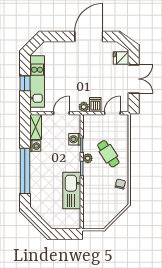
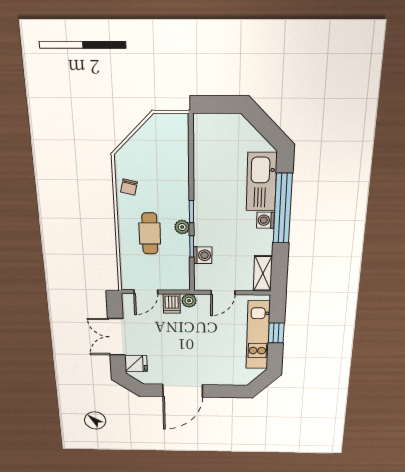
washing machine: (35, 146) -> (266, 220), moved
cafe table: (108, 154) -> (150, 233), turned 33
kitchen sink: (72, 191) -> (261, 182), moved, turned 180

